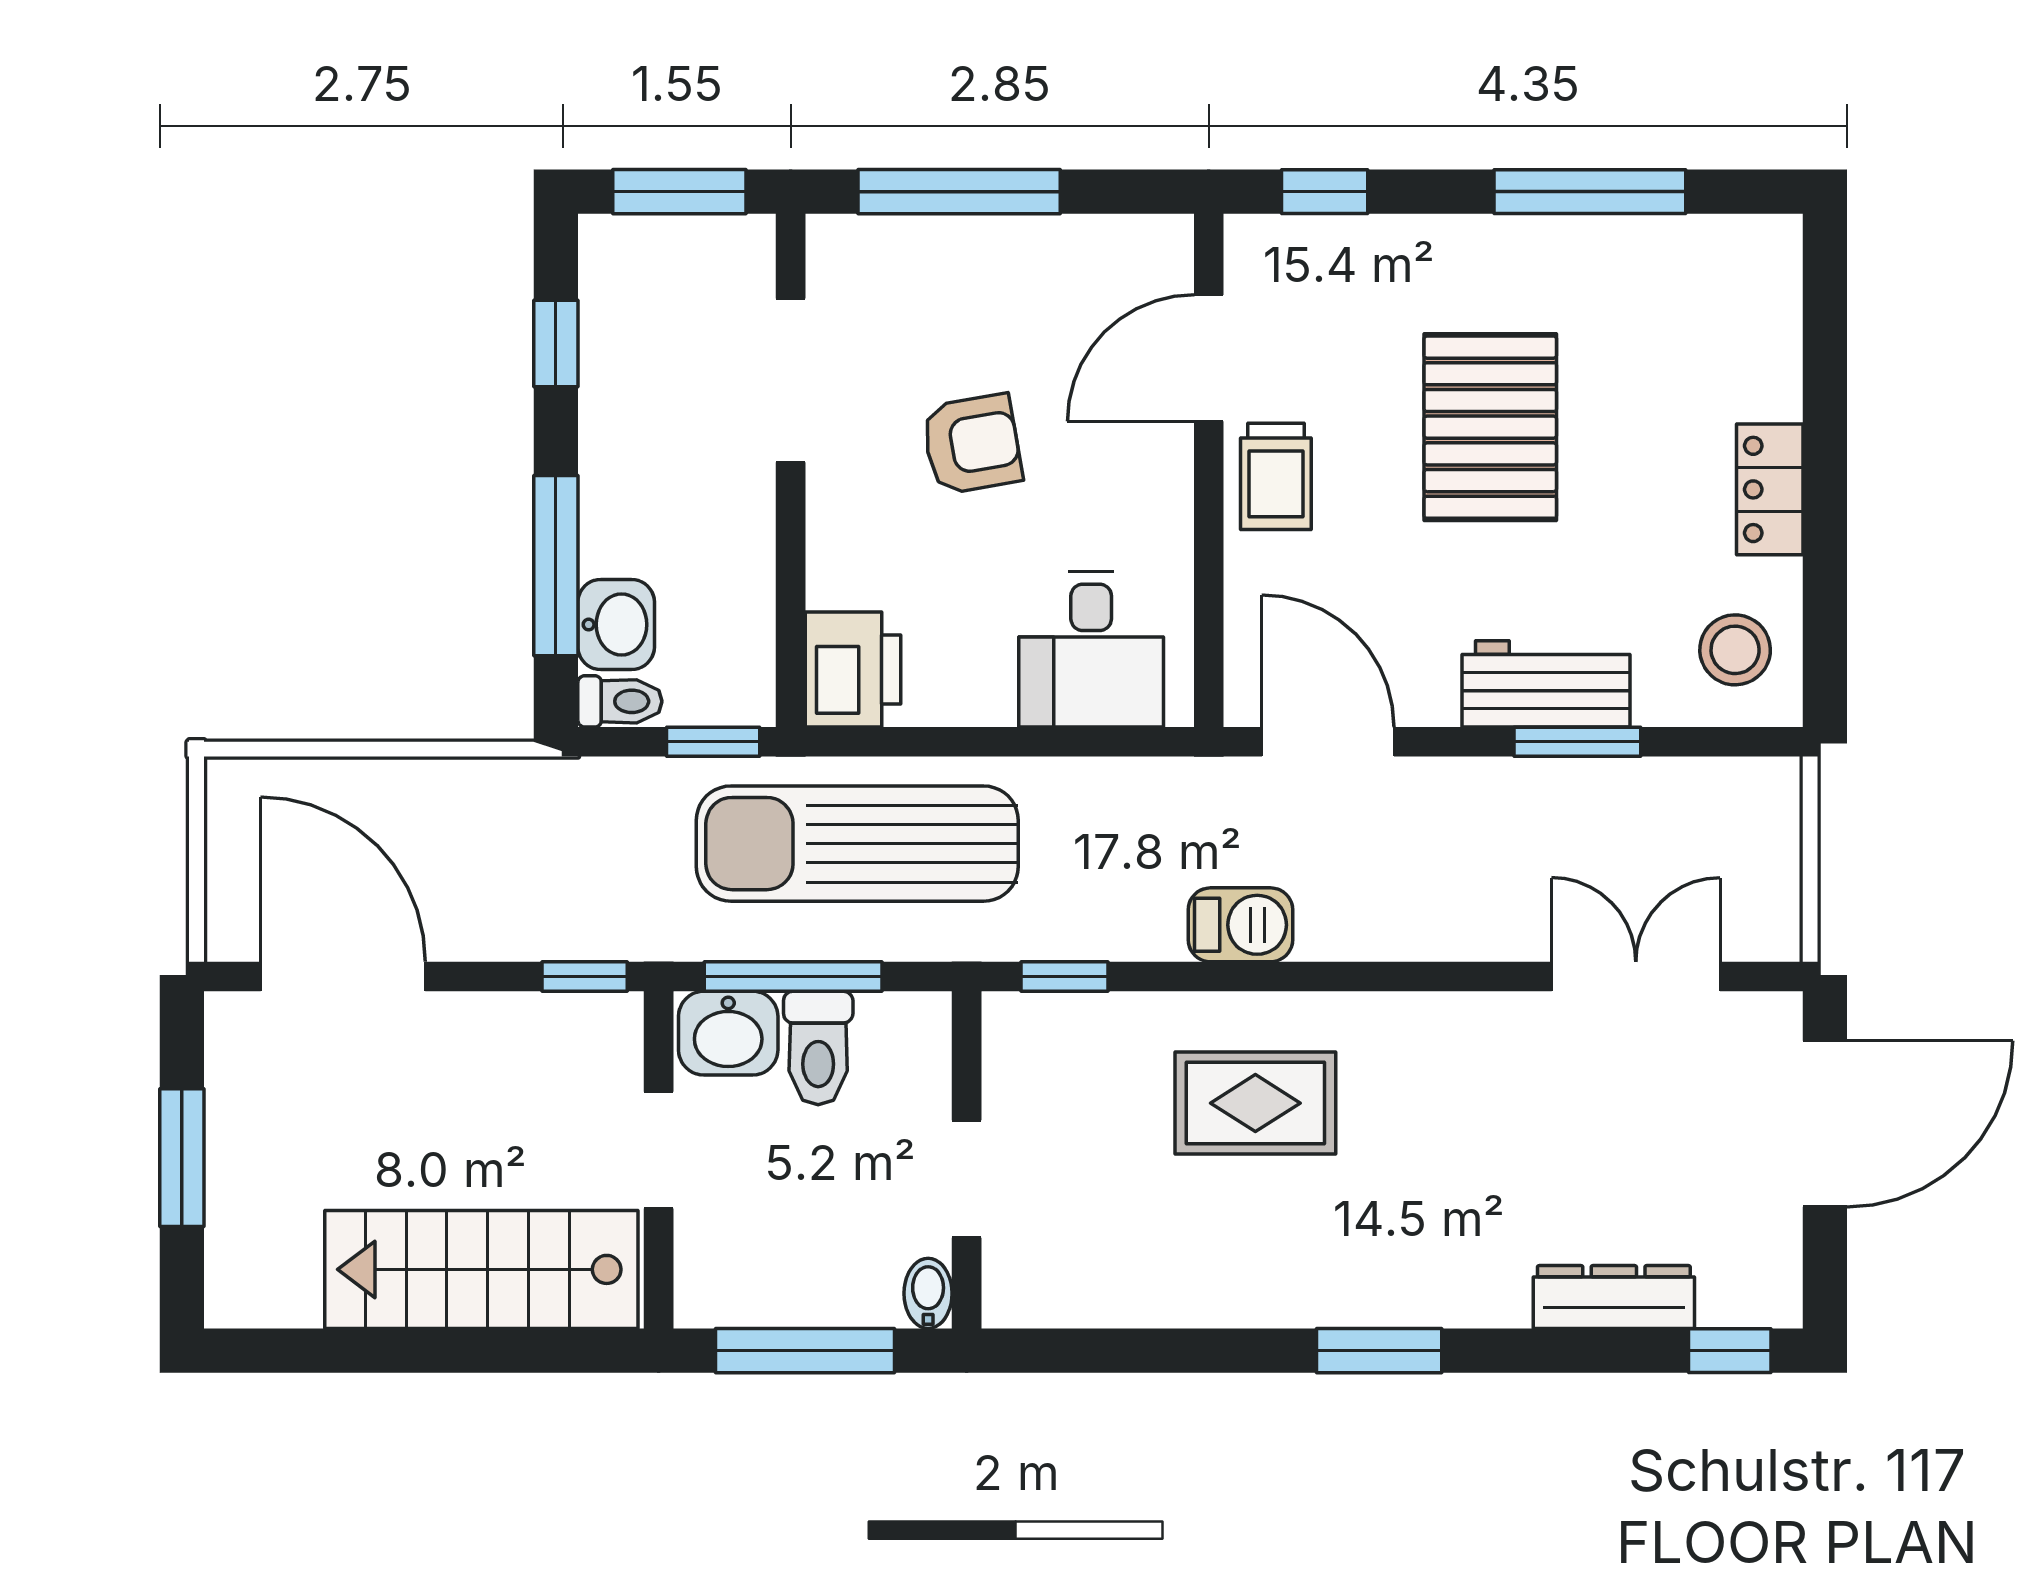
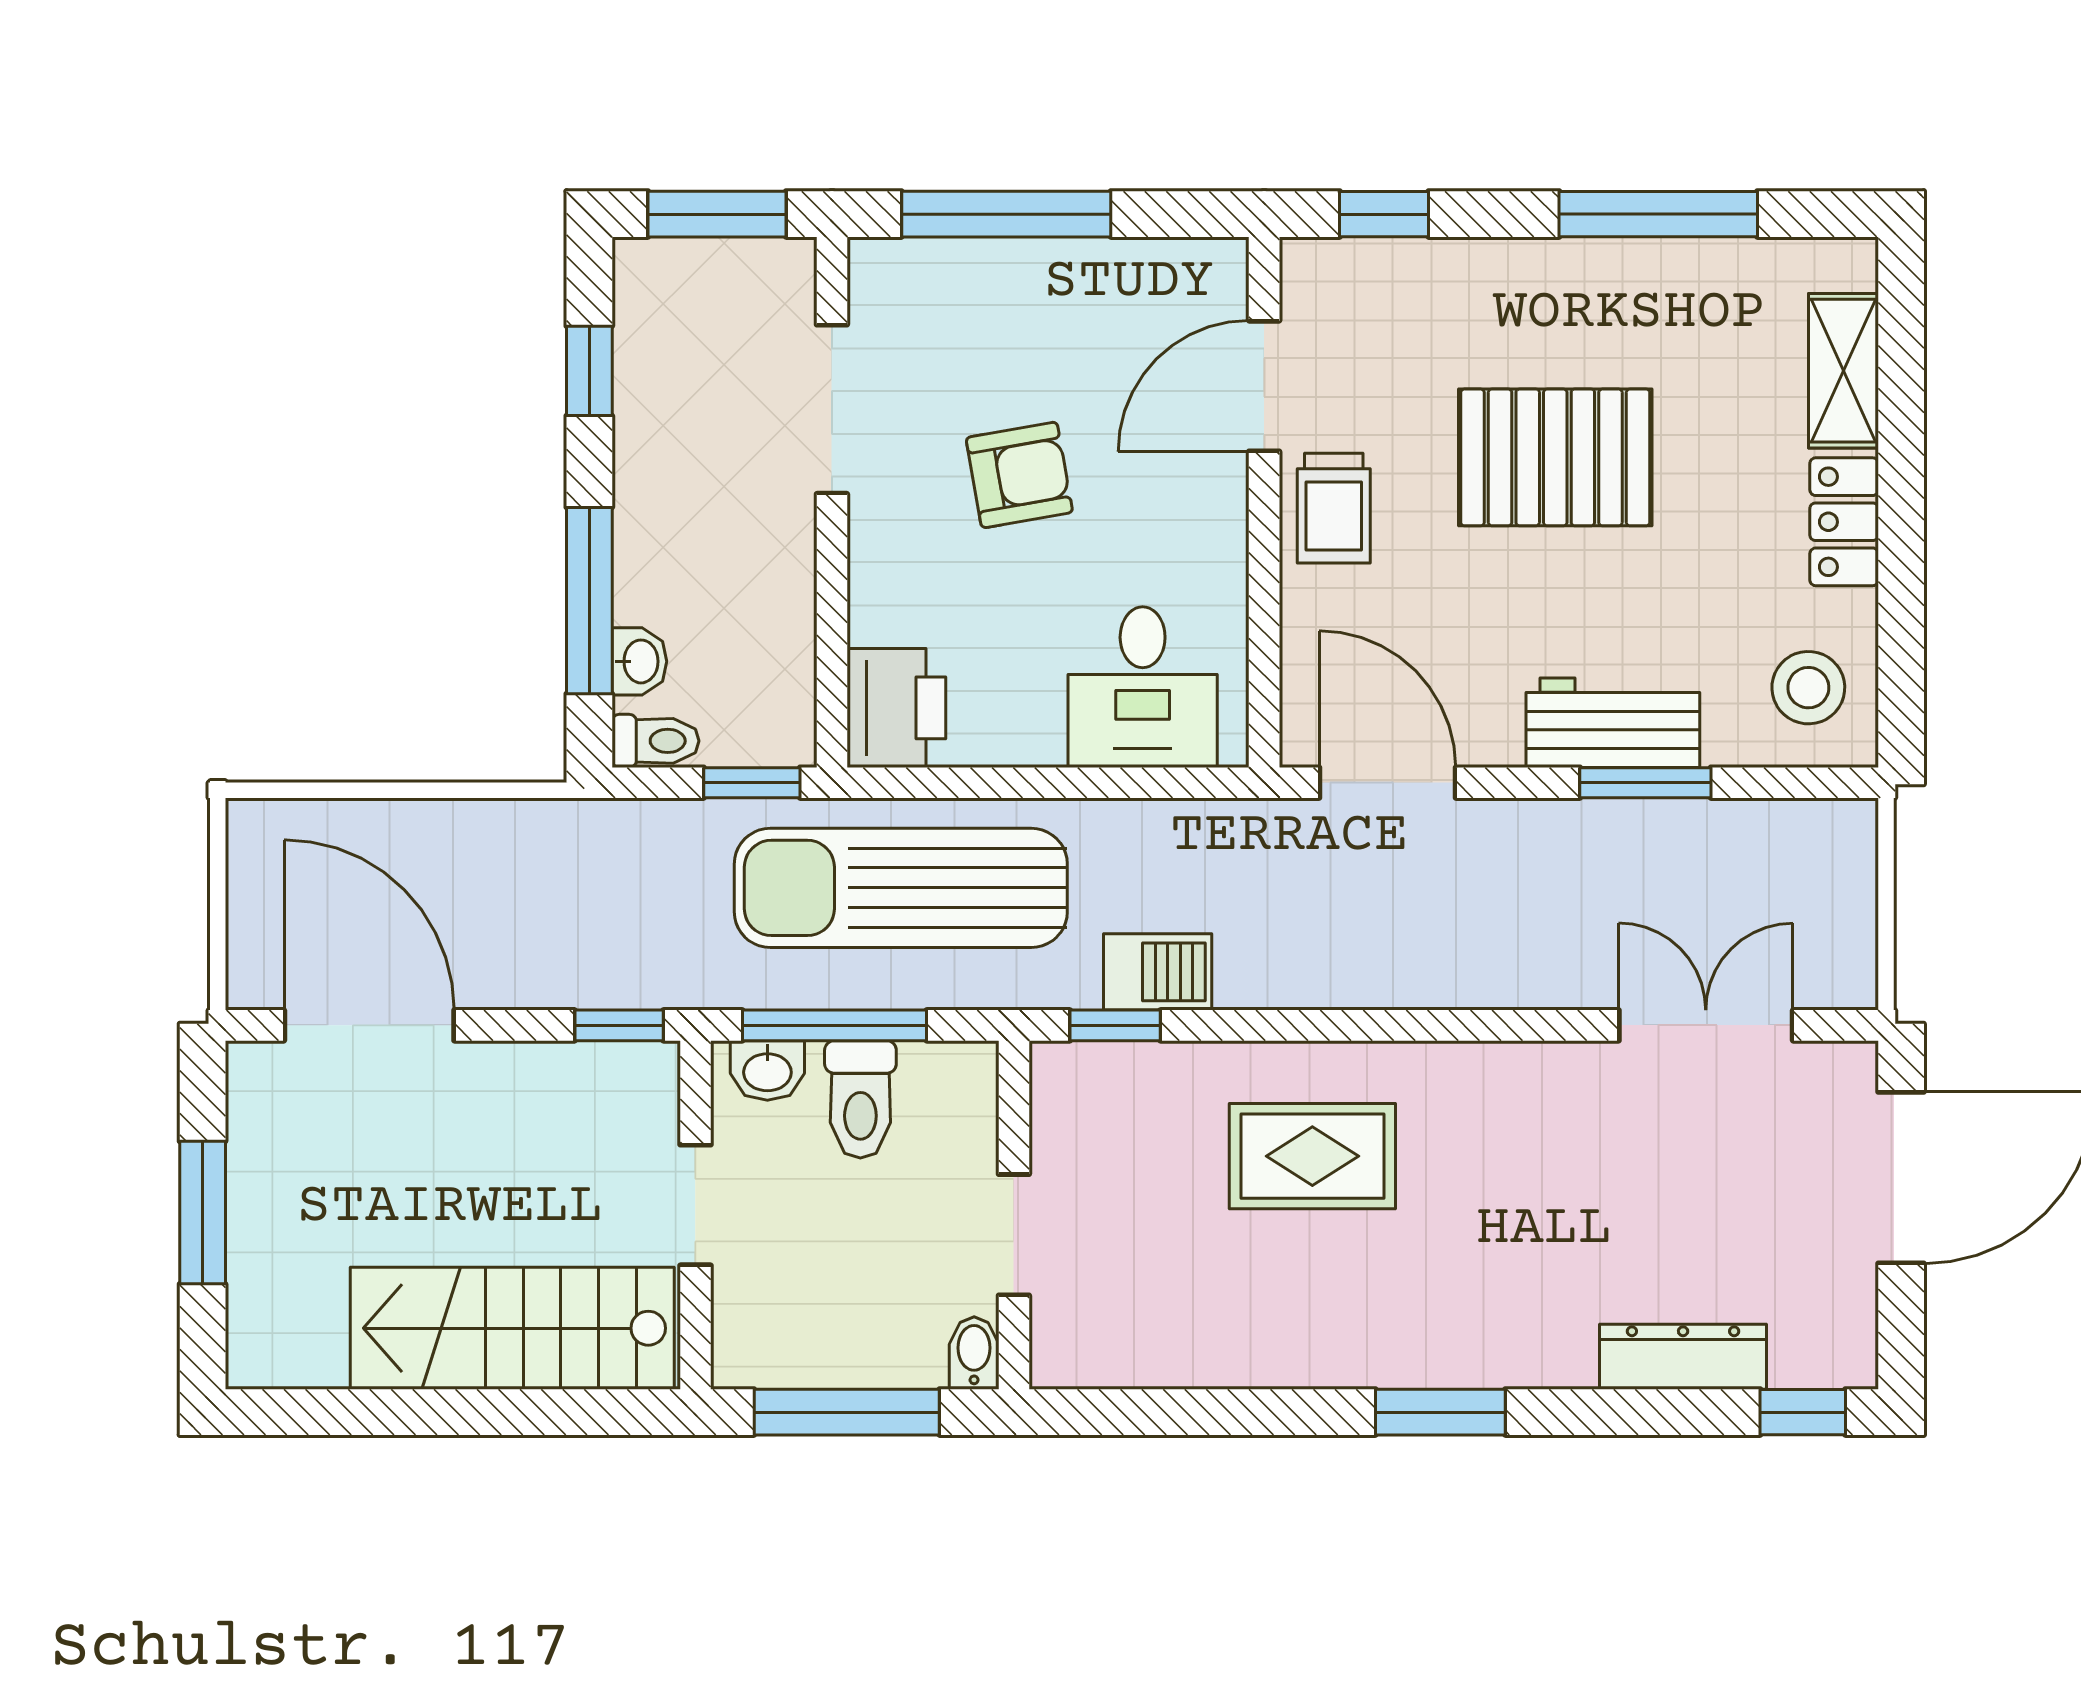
shelving: (1769, 343) -> (1844, 371), added
pallet: (1490, 427) -> (1555, 457), turned 90
washbasin: (616, 625) -> (639, 661), width x0.72, depth x0.69
barbecue: (1240, 925) -> (1158, 972), moved
washbasin: (728, 1033) -> (767, 1070), width x0.72, depth x0.69

